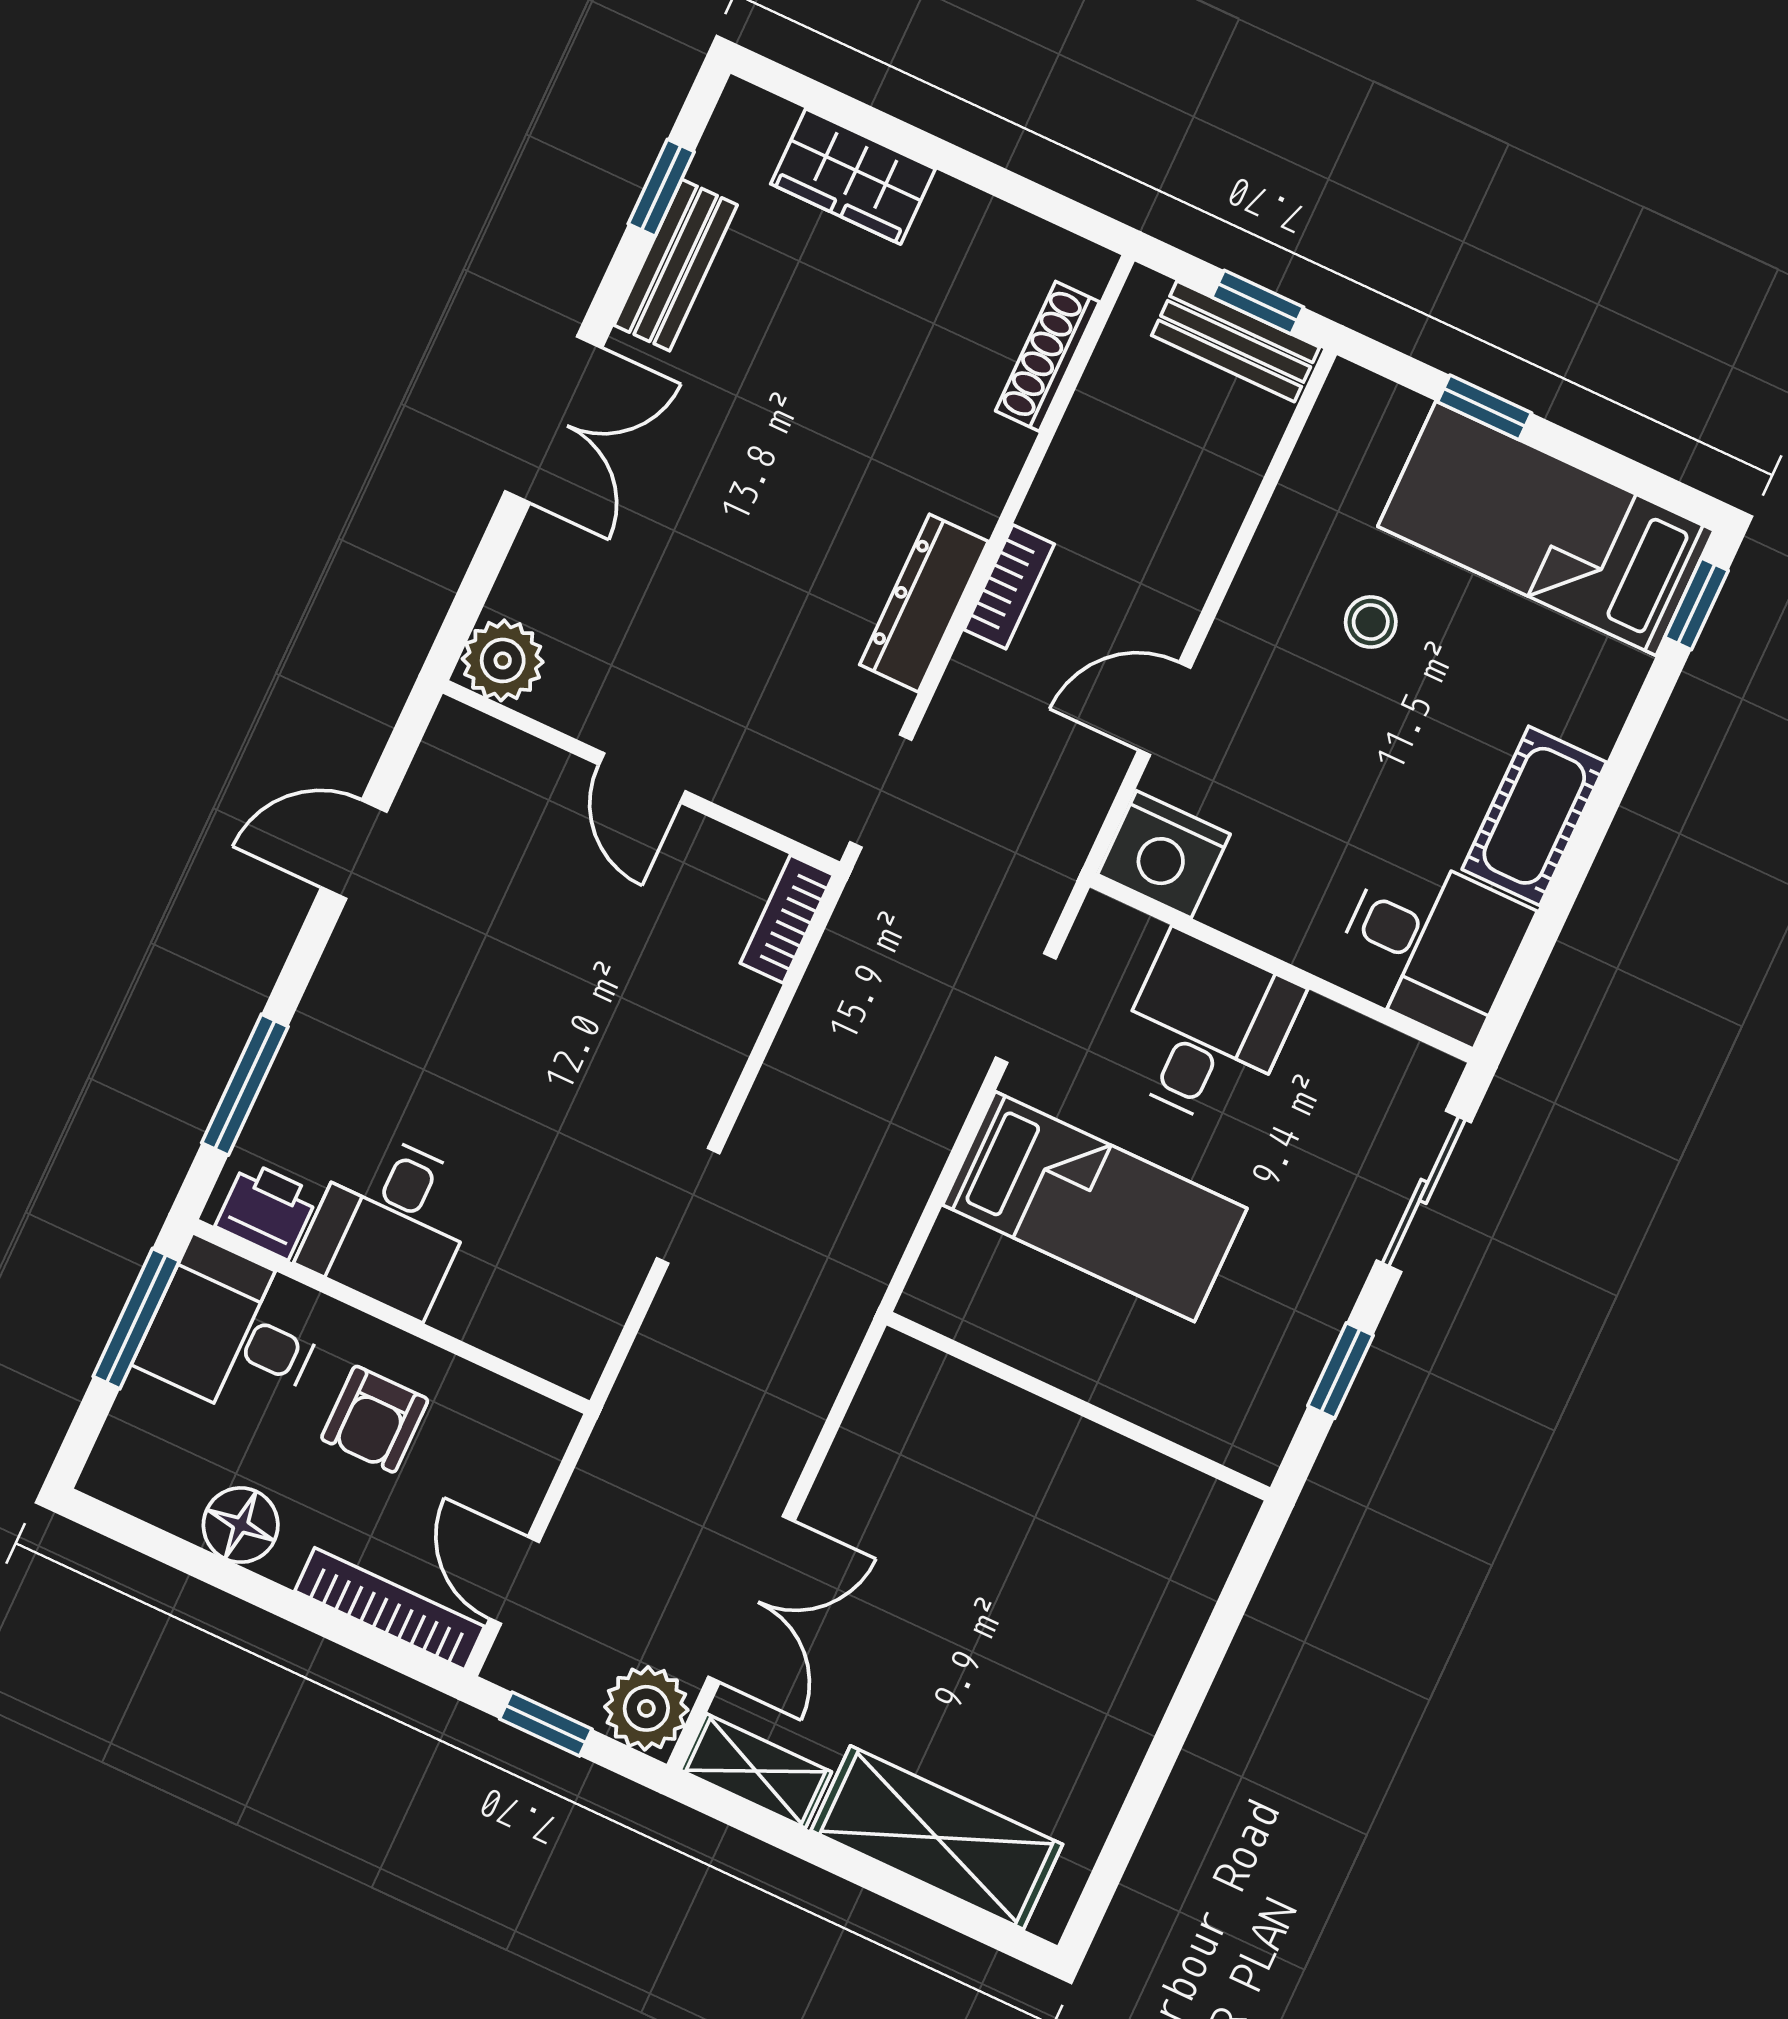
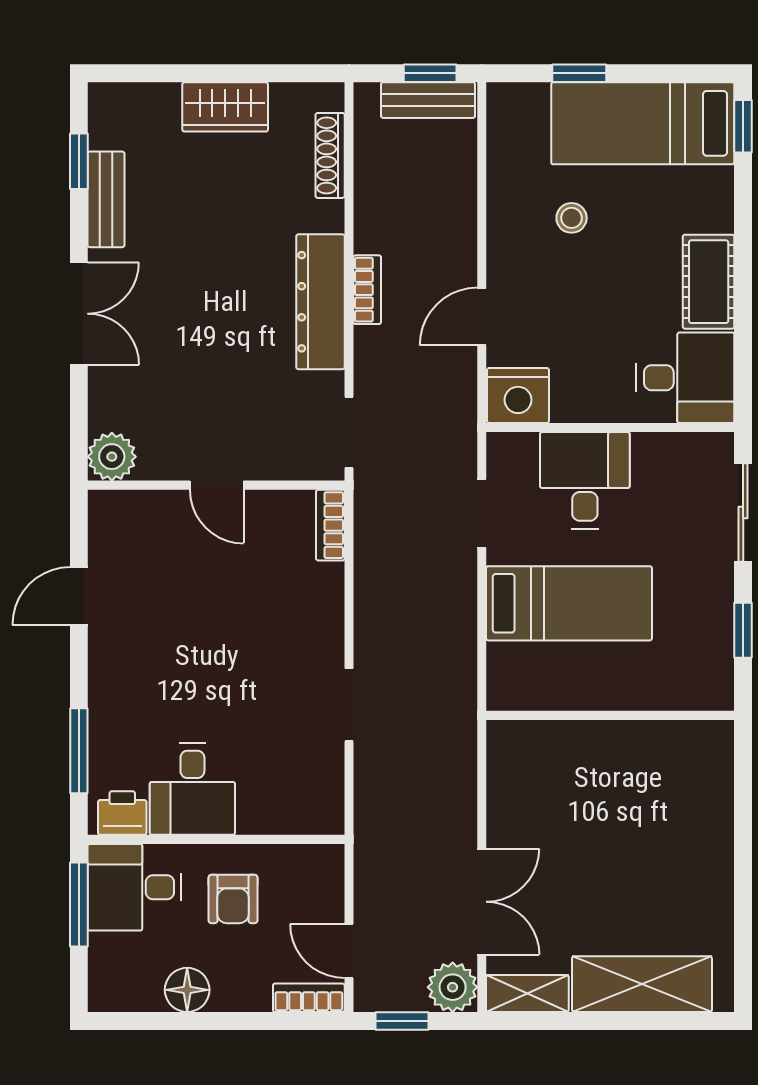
wardrobe: (853, 176) -> (225, 107), moved
dresser: (924, 603) -> (320, 302), width x1.37, depth x1.24
bookcase: (390, 1609) -> (309, 998), width x0.64

